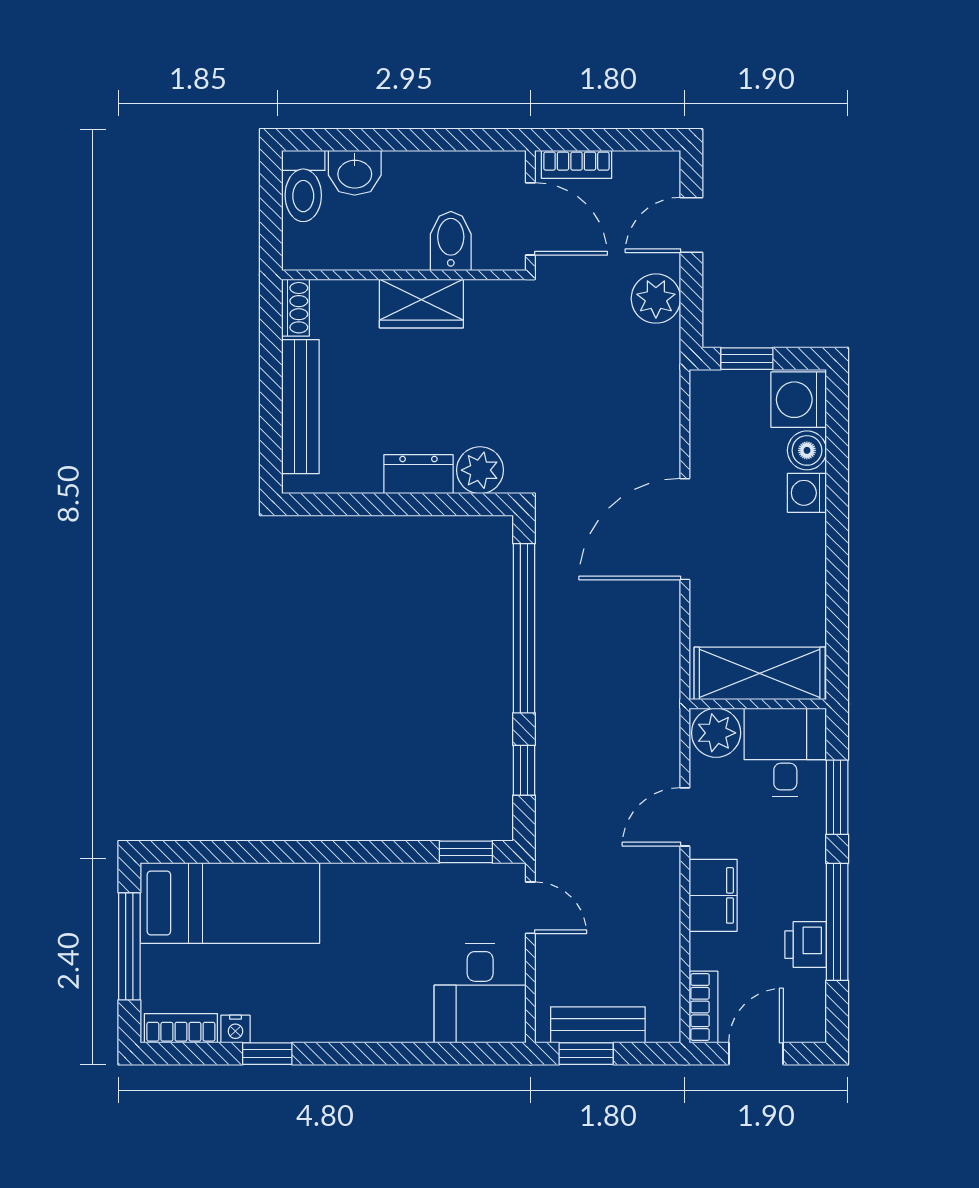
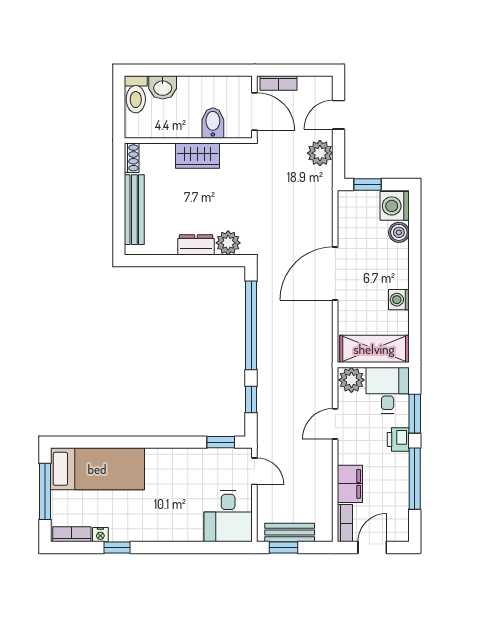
washing machine: (807, 493) -> (399, 300), moved
filing cabinet: (713, 895) -> (350, 484), moved
printer: (806, 945) -> (398, 440), moved

